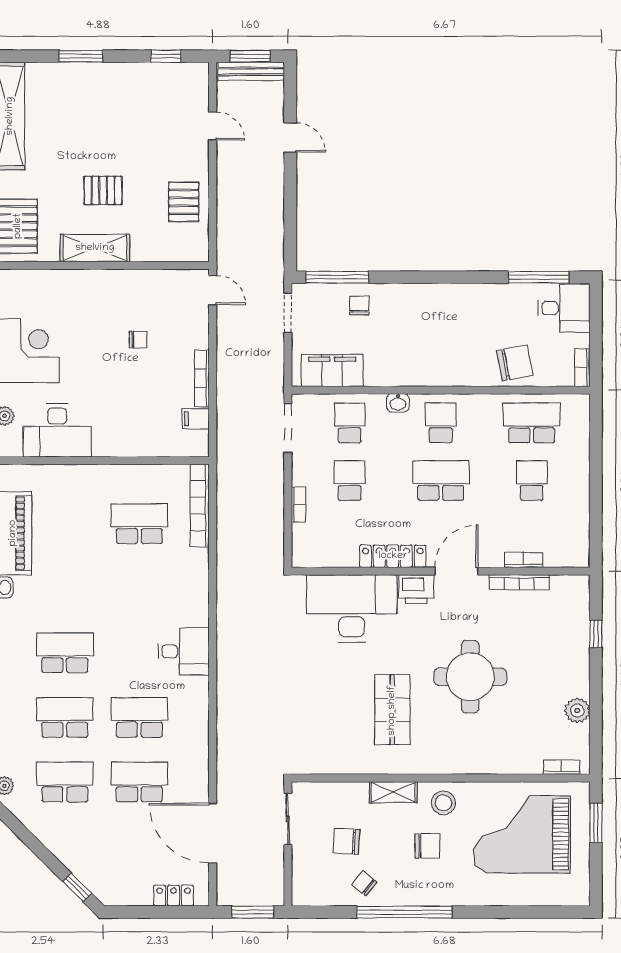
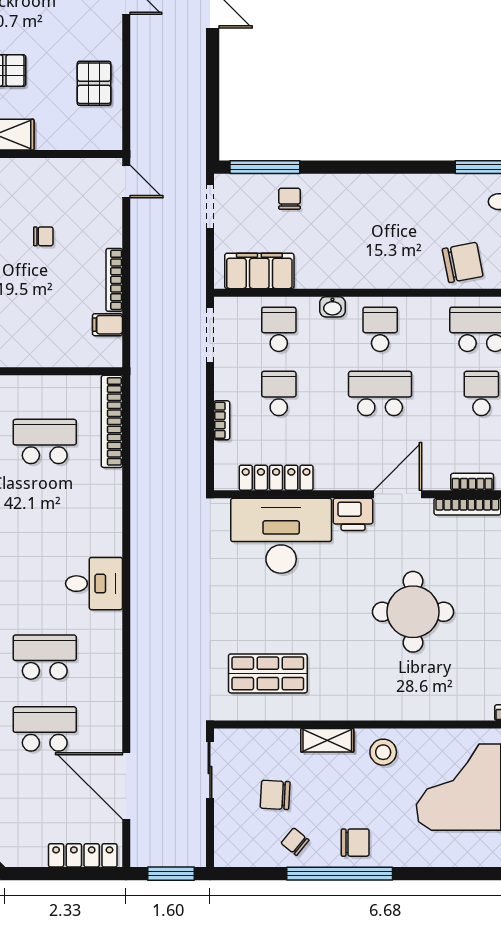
locker: (393, 556) -> (276, 478), moved
shop shelf: (392, 710) -> (268, 673), moved, turned 90
chair: (427, 846) -> (355, 843), moved
locker: (174, 896) -> (83, 855), width x1.53

